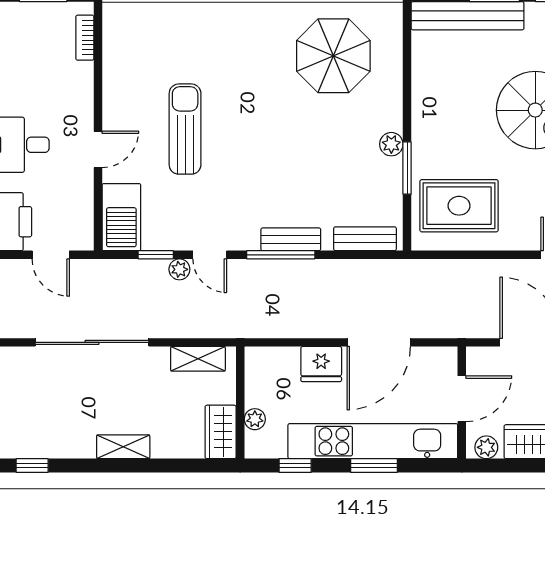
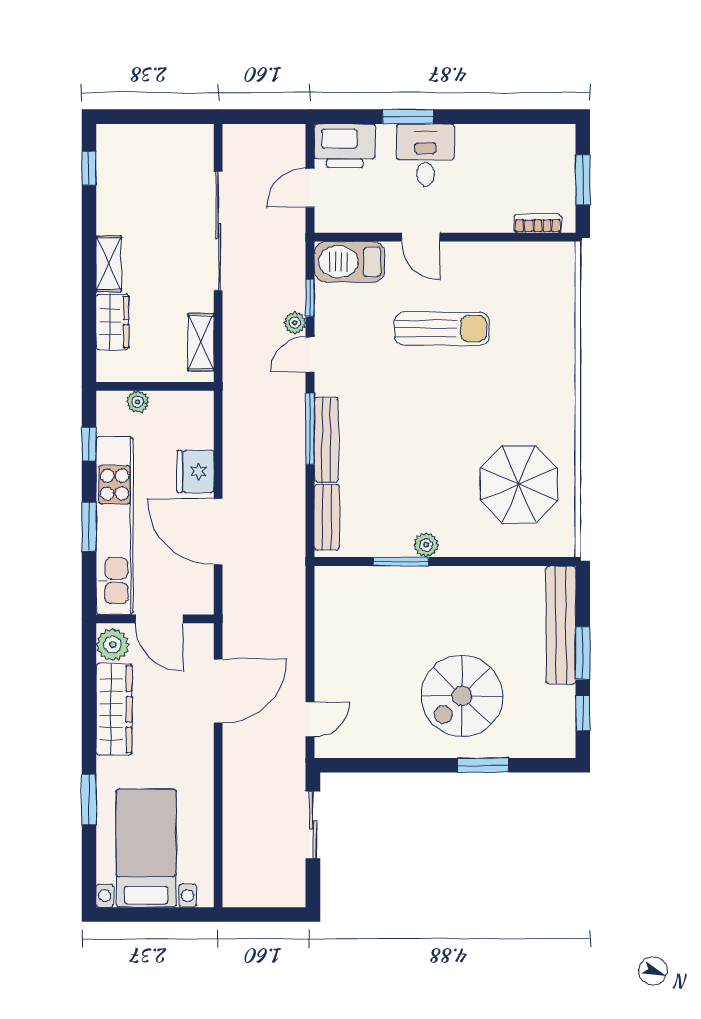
rug: (459, 206) -> (362, 616), removed
bench: (291, 239) -> (326, 440), width x1.36
wardrobe: (221, 432) -> (112, 322), moved, turned 90
plant: (486, 447) -> (113, 645), width x1.38, depth x1.38

